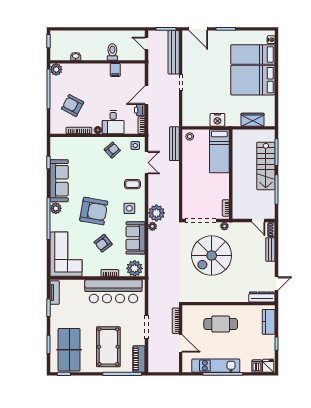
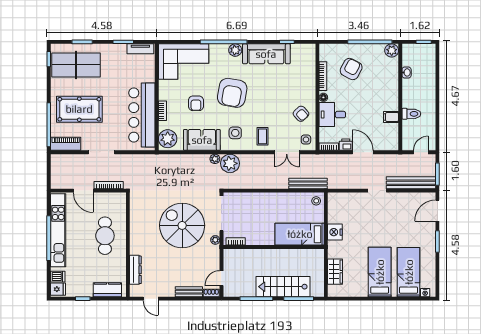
bed: (253, 80) -> (380, 272), width x0.67
armchair: (103, 243) -> (196, 103), turned -142
dresser: (262, 297) -> (135, 270), moved
door: (181, 343) -> (83, 191), hinge flipped
kitchen unit: (216, 366) -> (58, 230), width x1.36

